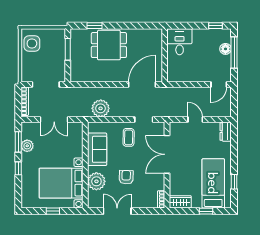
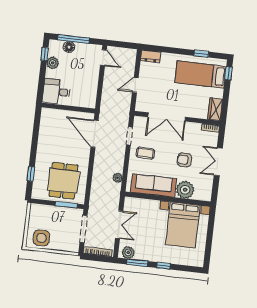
plant: (208, 35) -> (53, 63), added
dining table: (109, 45) -> (63, 181), moved
window: (68, 49) -> (66, 205), moved
plant: (101, 108) -> (118, 178), width x0.53, depth x0.53
plant: (27, 146) -> (128, 253), moved
sofa: (97, 149) -> (154, 186), width x1.36
window: (53, 211) -> (210, 236), removed
double door: (117, 211) -> (218, 162), moved
window: (206, 211) -> (228, 73), moved

